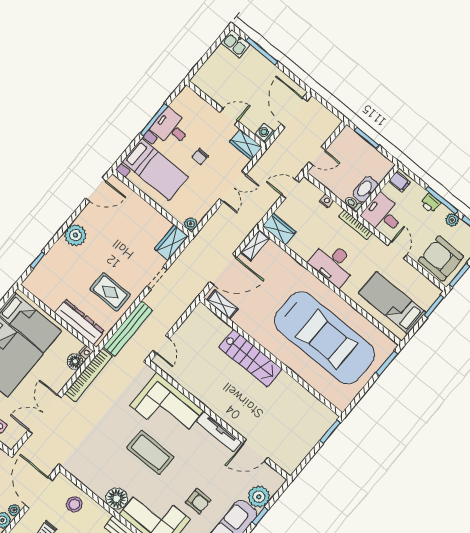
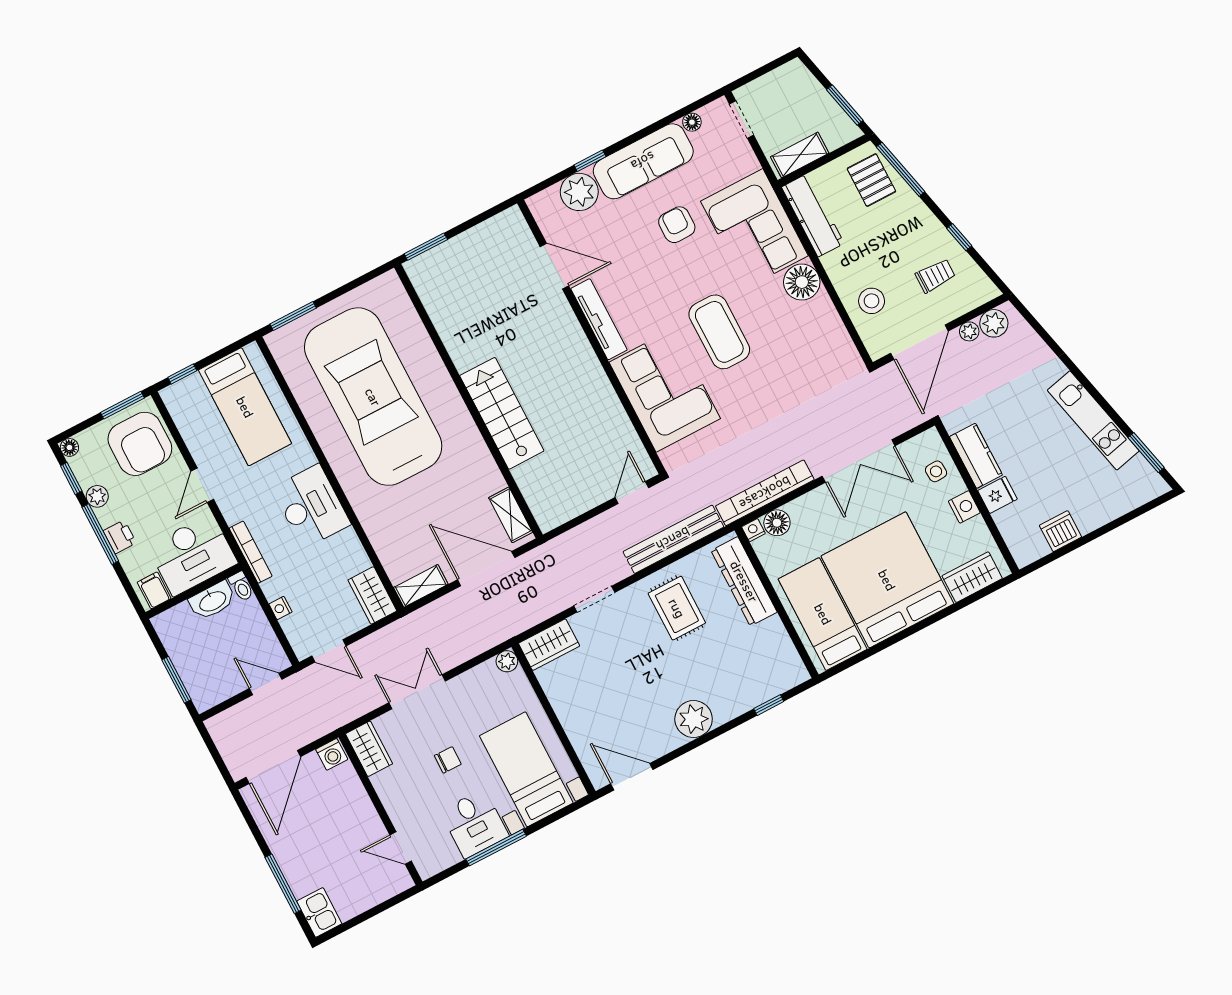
door: (229, 117) -> (401, 848), moved
desk: (383, 214) -> (192, 555), width x1.37
window: (434, 306) -> (182, 374), width x0.67

